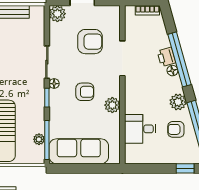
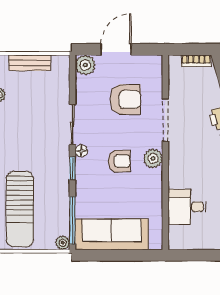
plant: (112, 105) -> (153, 158), moved
plant: (39, 139) -> (63, 243), moved

